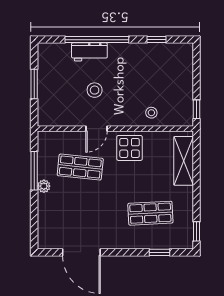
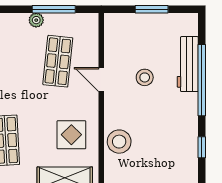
workbench: (89, 52) -> (188, 64), width x1.38
stool: (151, 113) -> (119, 142), width x1.89, depth x1.89
display table: (130, 148) -> (71, 135), moved

